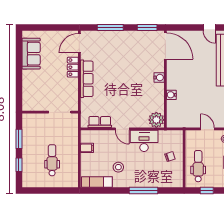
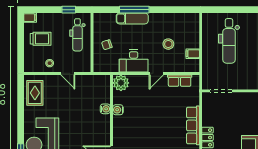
water cooler: (159, 77) -> (118, 110), moved
door: (122, 129) -> (156, 73), swing flipped
dental chair: (52, 160) -> (229, 41), width x1.36, depth x1.38
stool: (118, 167) -> (168, 44), moved
exam couch: (97, 182) -> (132, 18), moved

